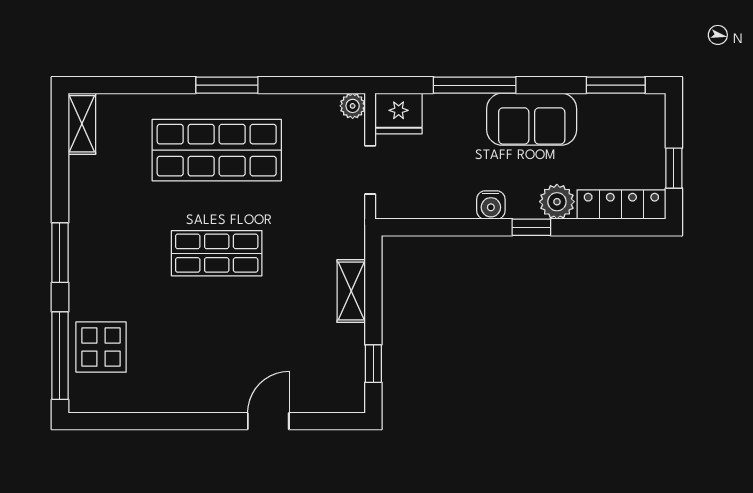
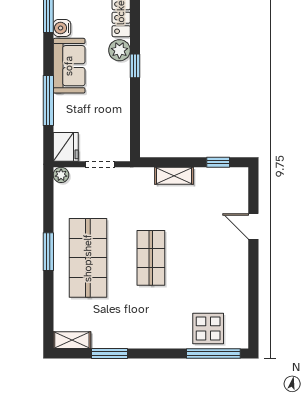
water cooler: (491, 205) -> (62, 28), moved, turned 180
window: (60, 253) -> (109, 353), moved

